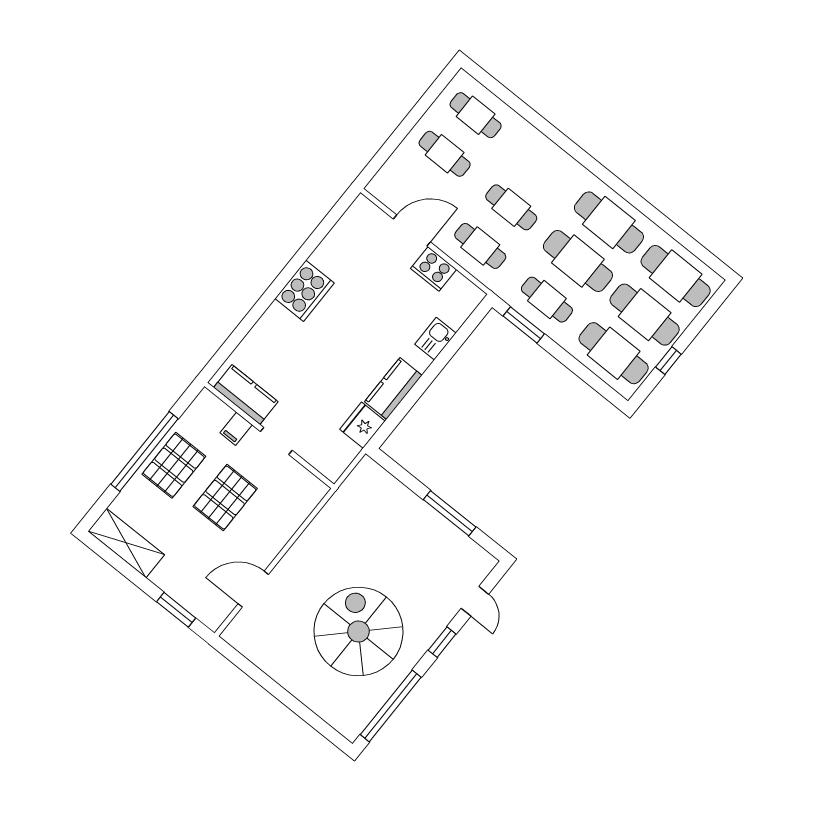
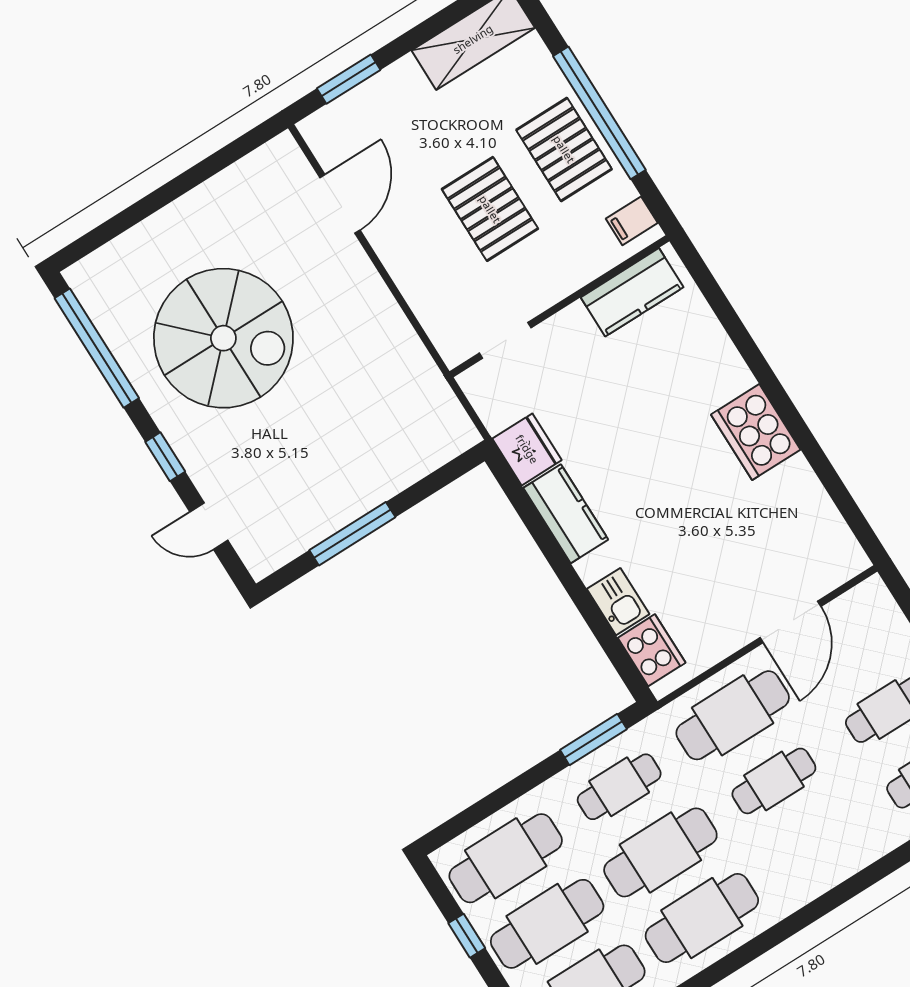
cafe table: (480, 246) -> (733, 715), width x1.37, depth x1.35
cooker: (434, 269) -> (652, 650), moved, turned 90
filing cabinet: (236, 429) -> (632, 221), moved, turned -90
doorway: (276, 441) -> (505, 340), moved

